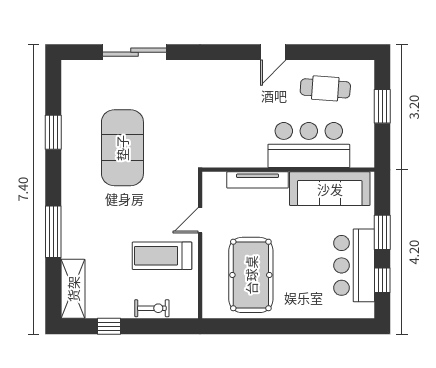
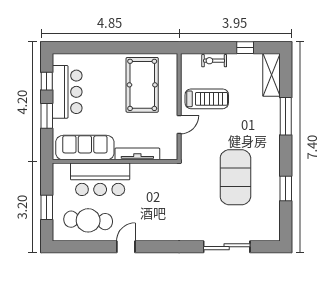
cafe table: (325, 88) -> (88, 220), width x1.37, depth x1.35

